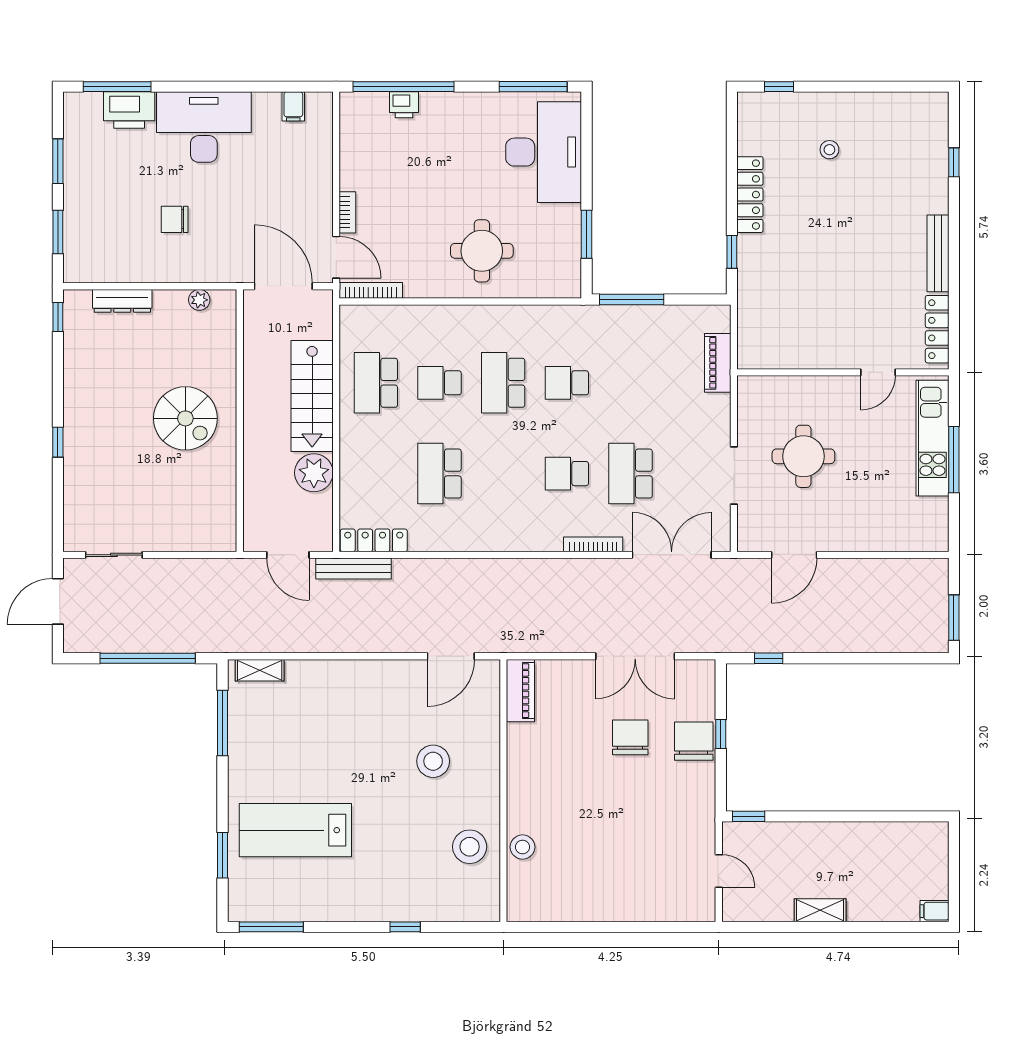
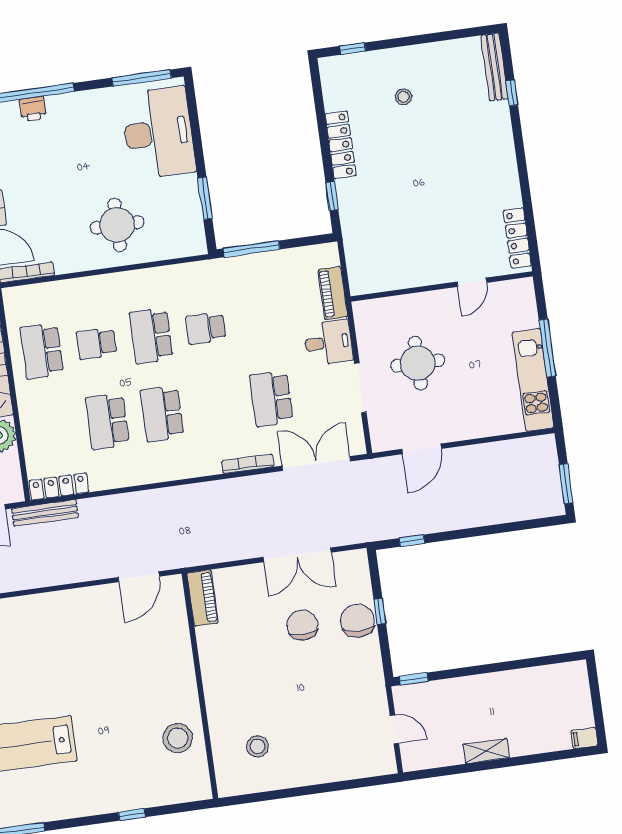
bench: (938, 253) -> (494, 67), moved
desk: (705, 419) -> (328, 342), added
kitchen unit: (932, 438) -> (533, 380), moved
school desk: (567, 474) -> (162, 414), moved, width x1.85
stool: (433, 761) -> (136, 669), removed
stool: (523, 847) -> (258, 746), moved

